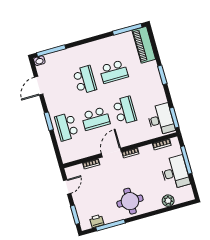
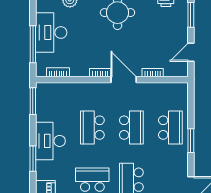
school desk: (96, 119) -> (131, 128), turned 90
desk: (161, 119) -> (50, 141), moved
door: (111, 153) -> (124, 80), swing flipped

